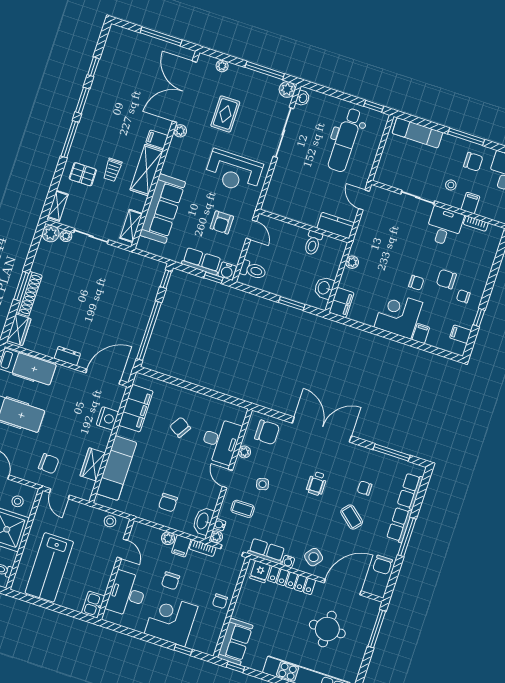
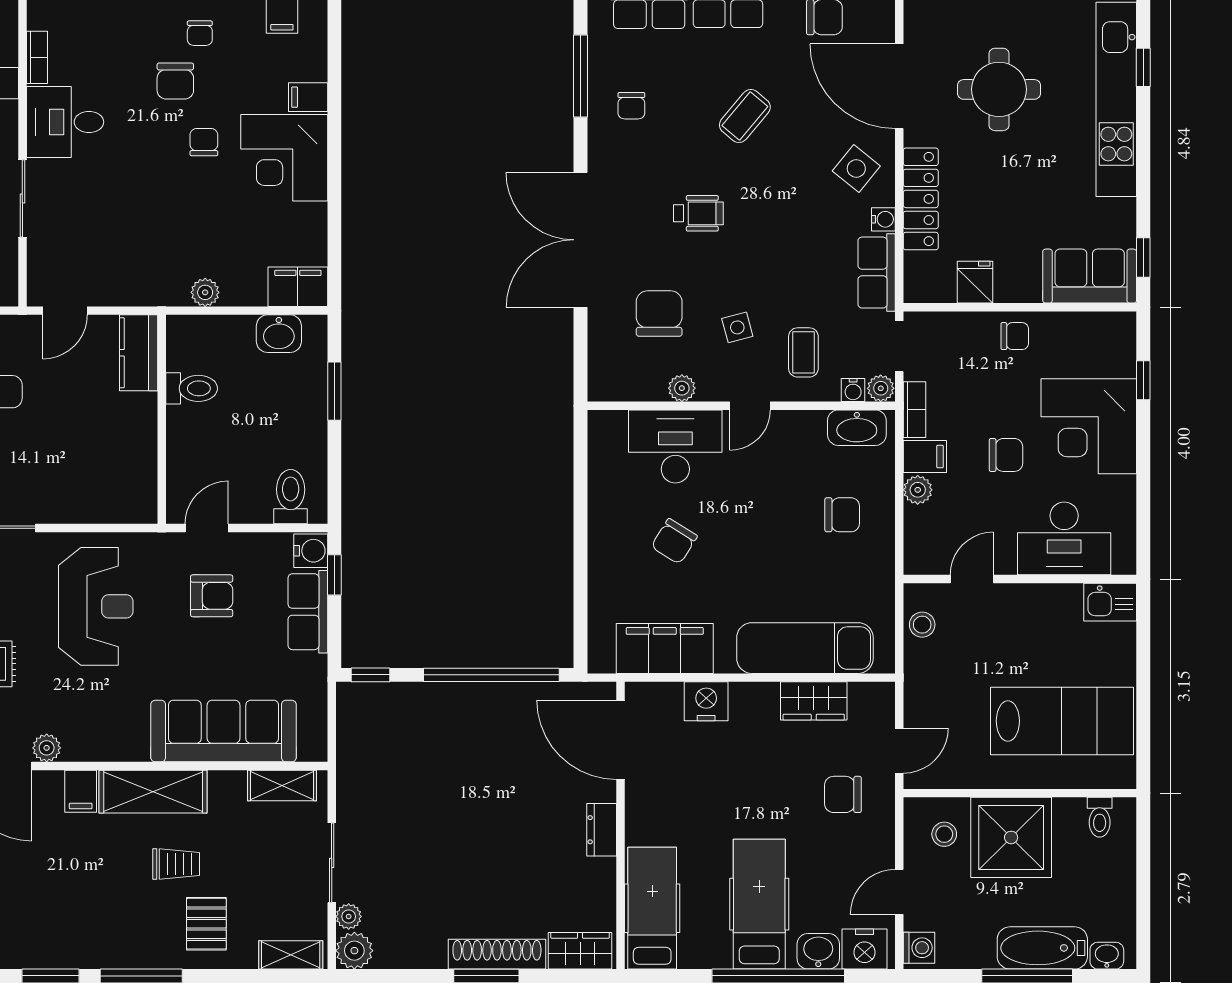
chair: (267, 432) -> (659, 314), moved
chair: (49, 464) -> (843, 794), turned -93
chair: (365, 488) -> (631, 106), moved
fridge: (260, 572) -> (975, 282), moved, turned -90

